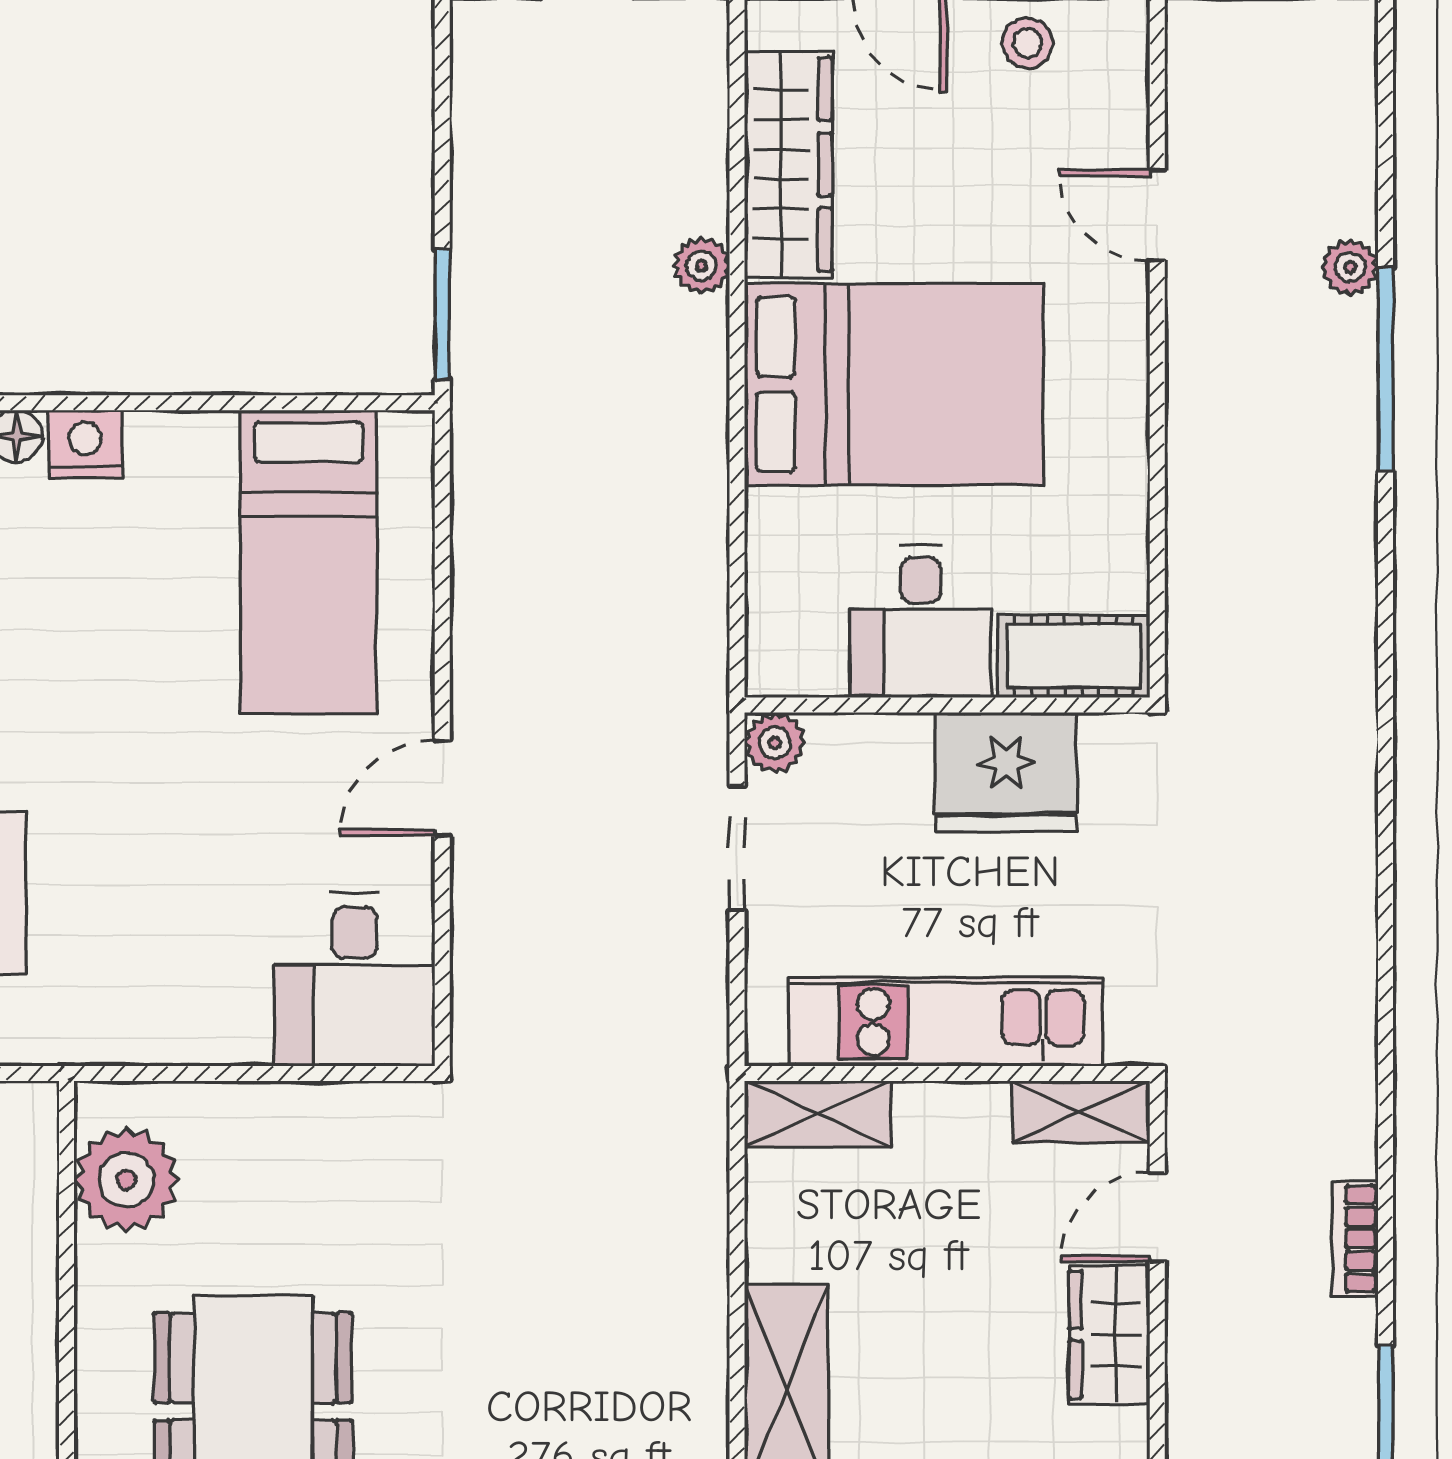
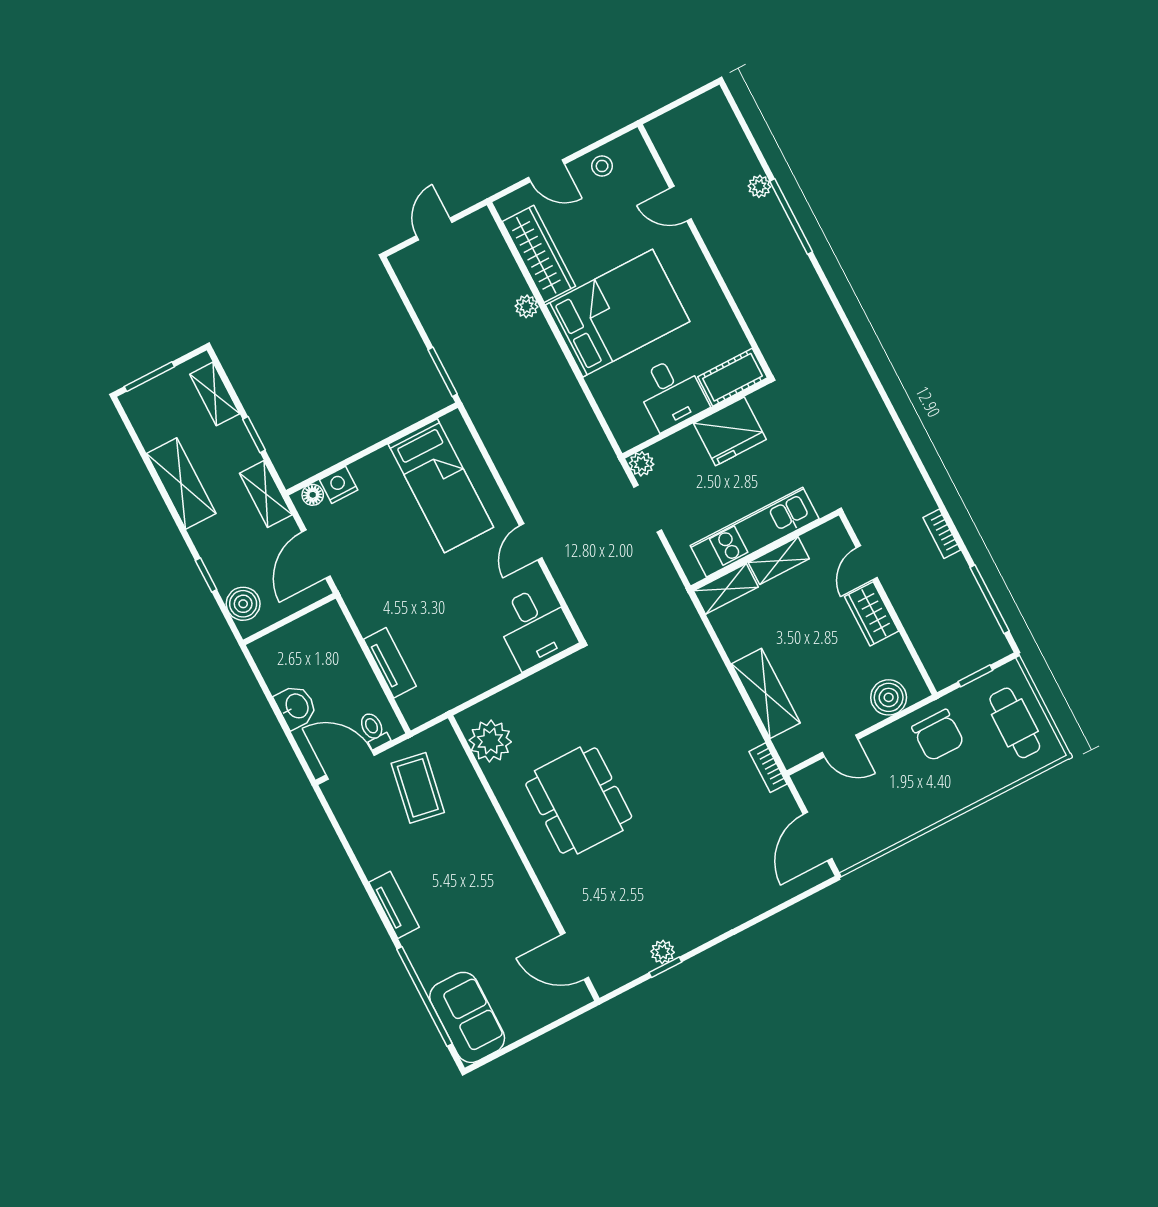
shelving: (1081, 1112) -> (779, 561), moved

